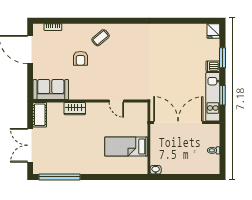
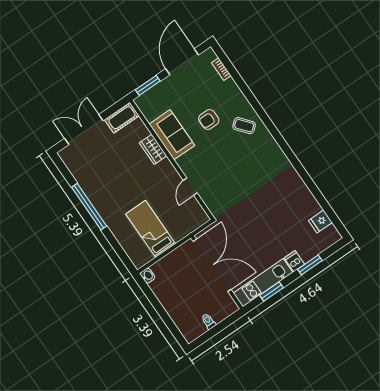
fridge: (213, 31) -> (320, 221), moved
window: (30, 83) -> (148, 85), added
sofa: (51, 90) -> (172, 135), moved
window: (59, 177) -> (89, 207), moved

